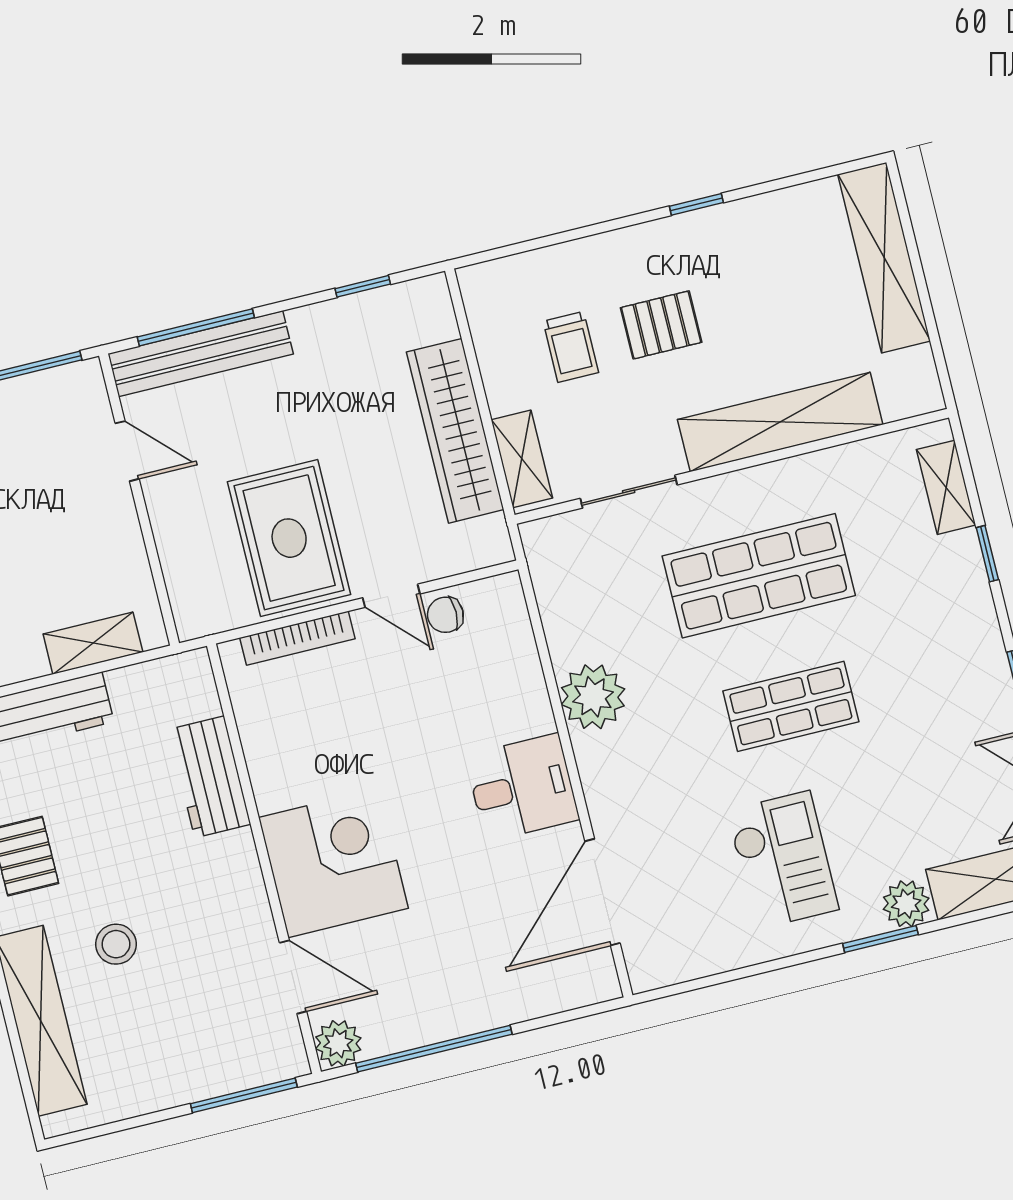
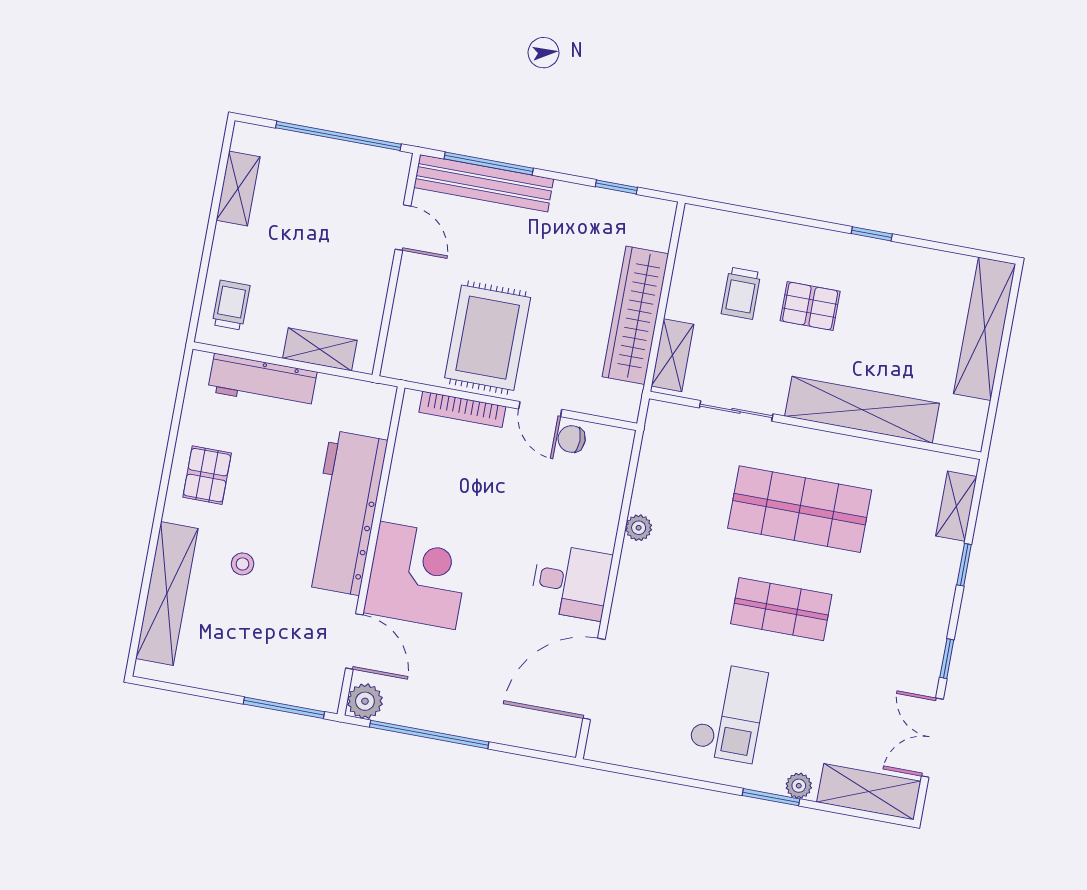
plant: (593, 697) -> (639, 528), width x0.53, depth x0.53
workbench: (210, 777) -> (345, 513), width x1.88, depth x1.32
plant: (906, 904) -> (799, 786), width x0.73, depth x0.73
stool: (116, 944) -> (243, 564), width x0.73, depth x0.73

